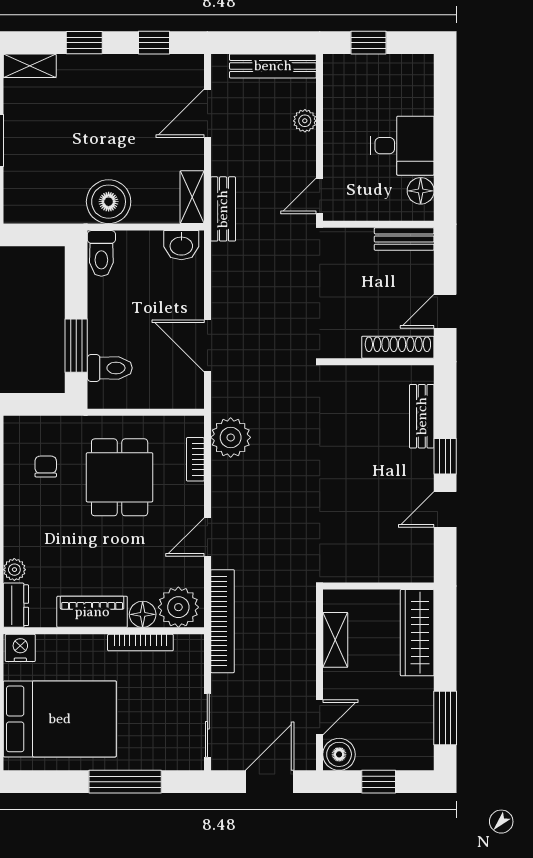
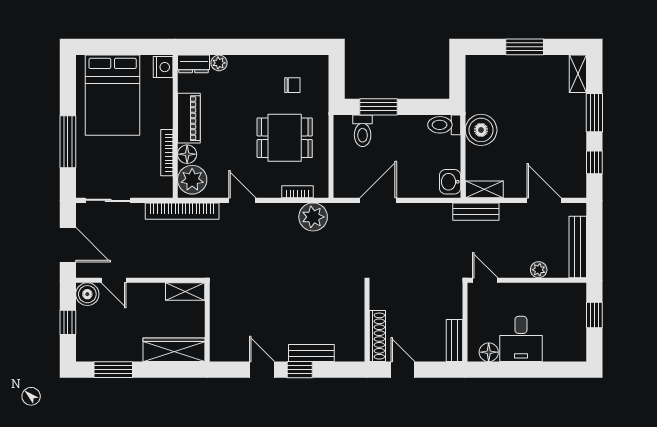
window: (84, 43) -> (594, 113), width x1.50
bench: (422, 416) -> (311, 353), moved
shelving: (335, 640) -> (185, 291), moved

